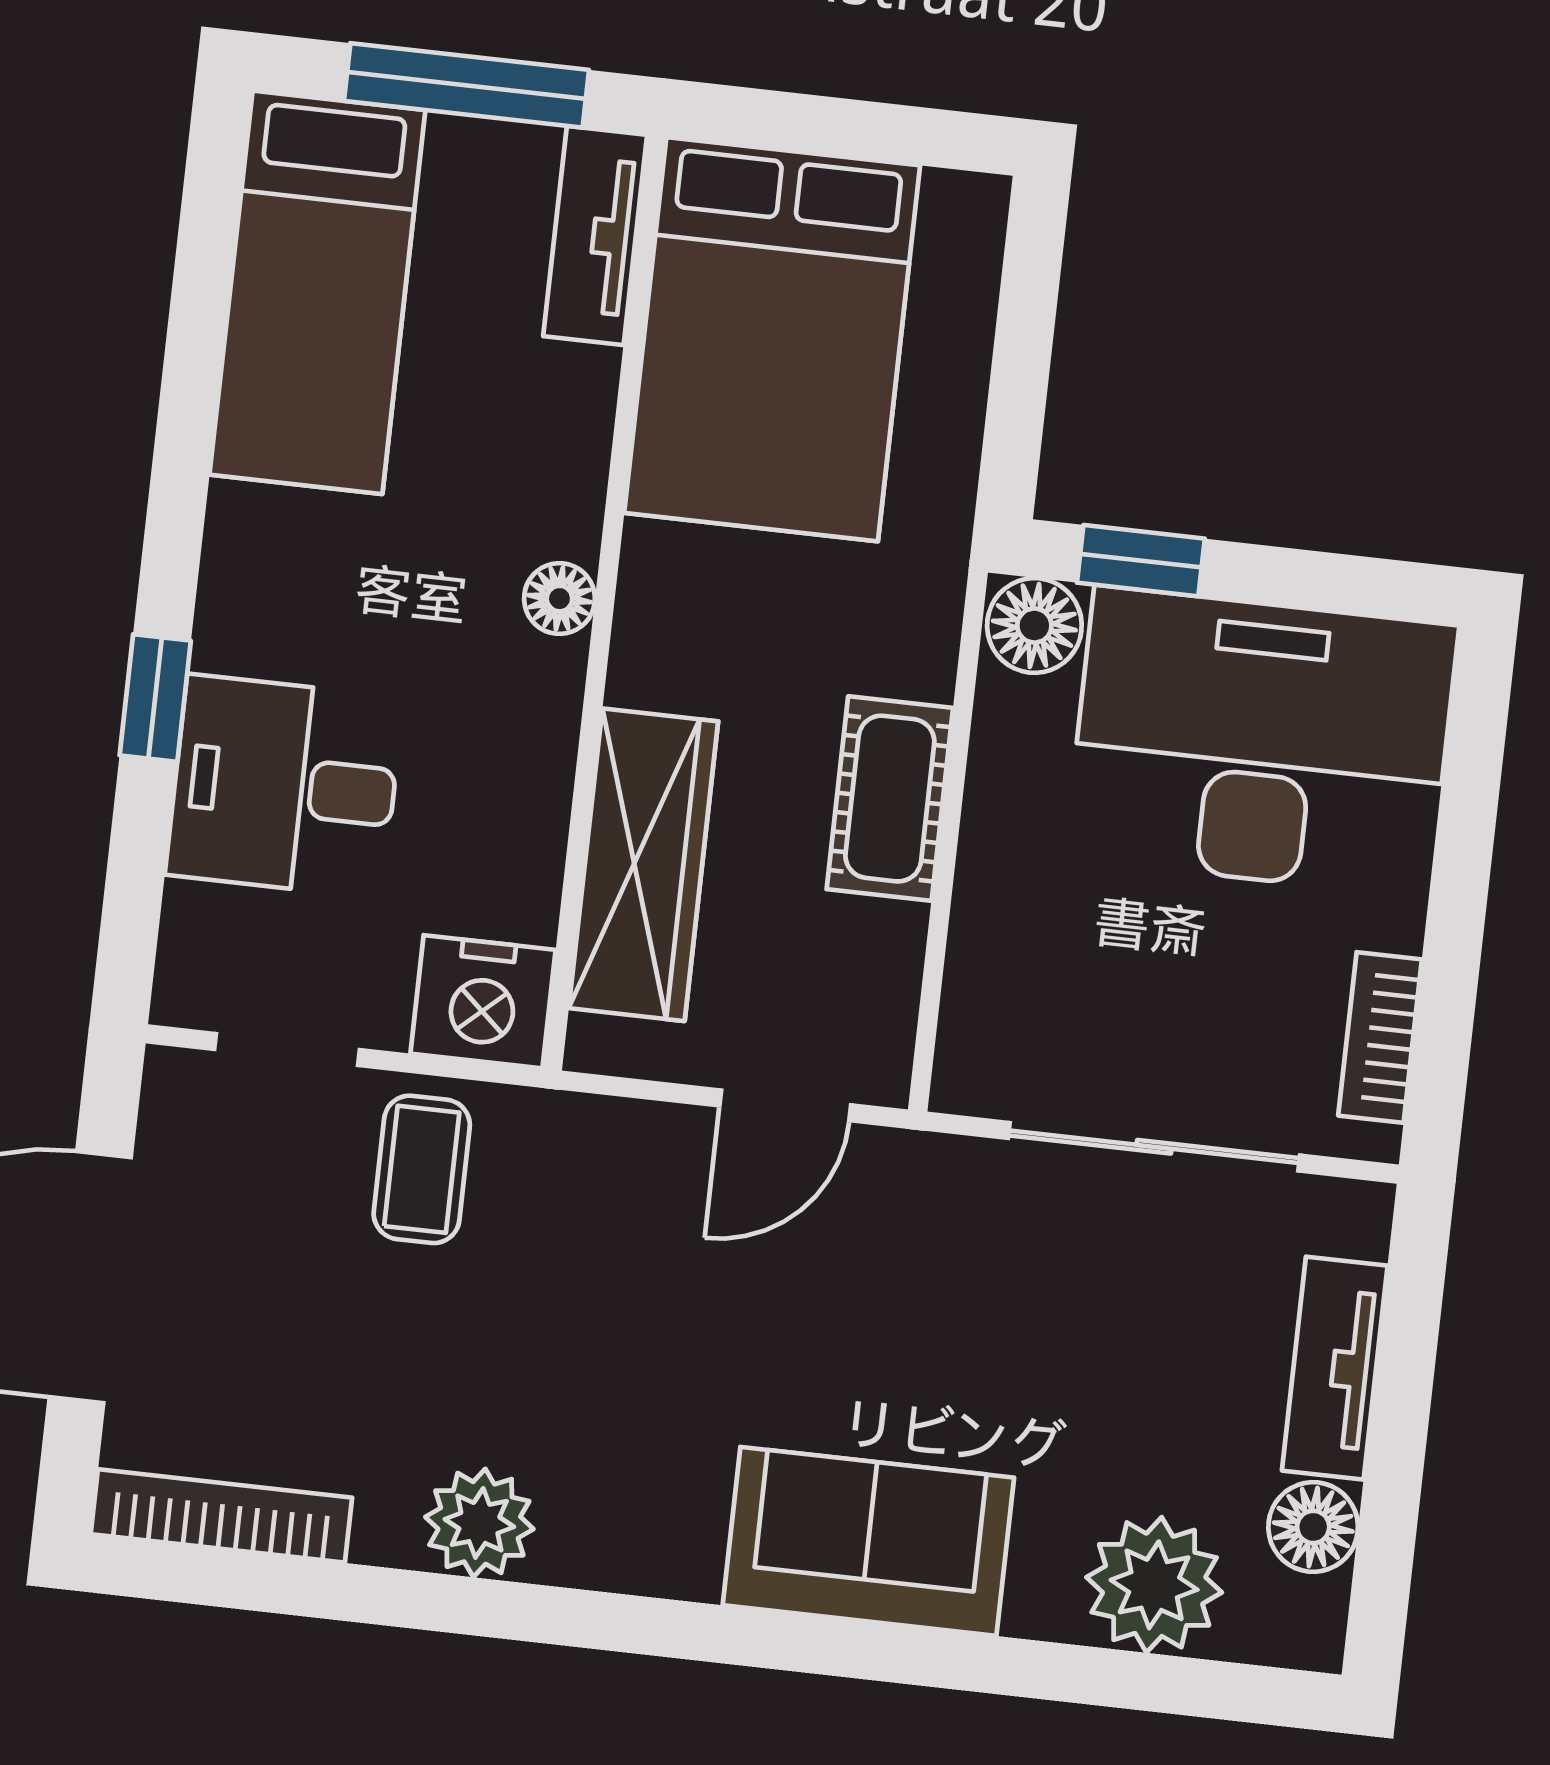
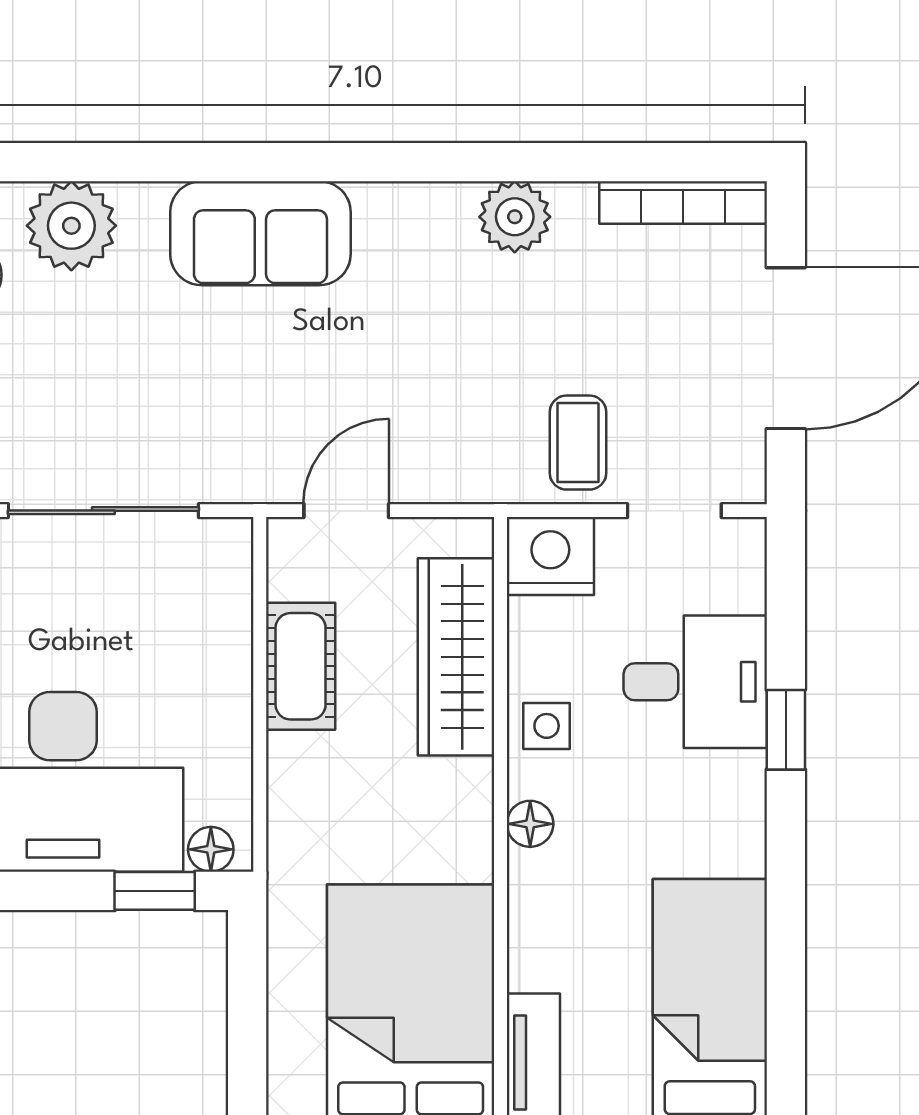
floor lamp: (1034, 626) -> (211, 849), width x0.73, depth x0.73
side table: (518, 744) -> (547, 726), added
cot: (890, 799) -> (301, 666), moved

